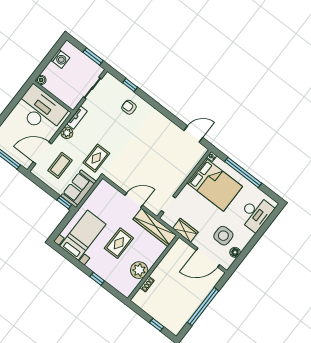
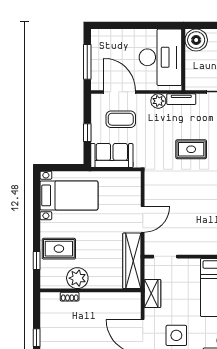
boiler: (41, 80) -> (196, 40), width x1.86, depth x1.86
rug: (96, 158) -> (191, 149), moved
door: (134, 200) -> (143, 219), hinge flipped
window: (64, 202) -> (87, 133), moved
rug: (119, 243) -> (59, 249), moved
window: (97, 279) -> (37, 261), moved

